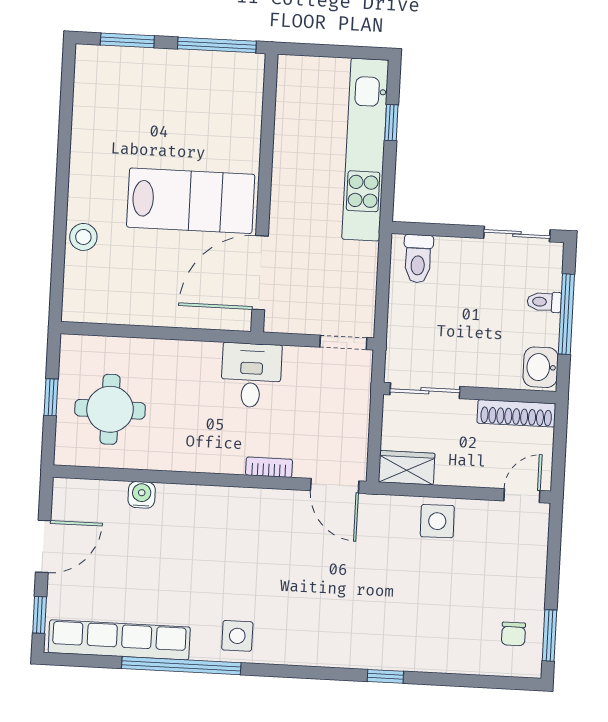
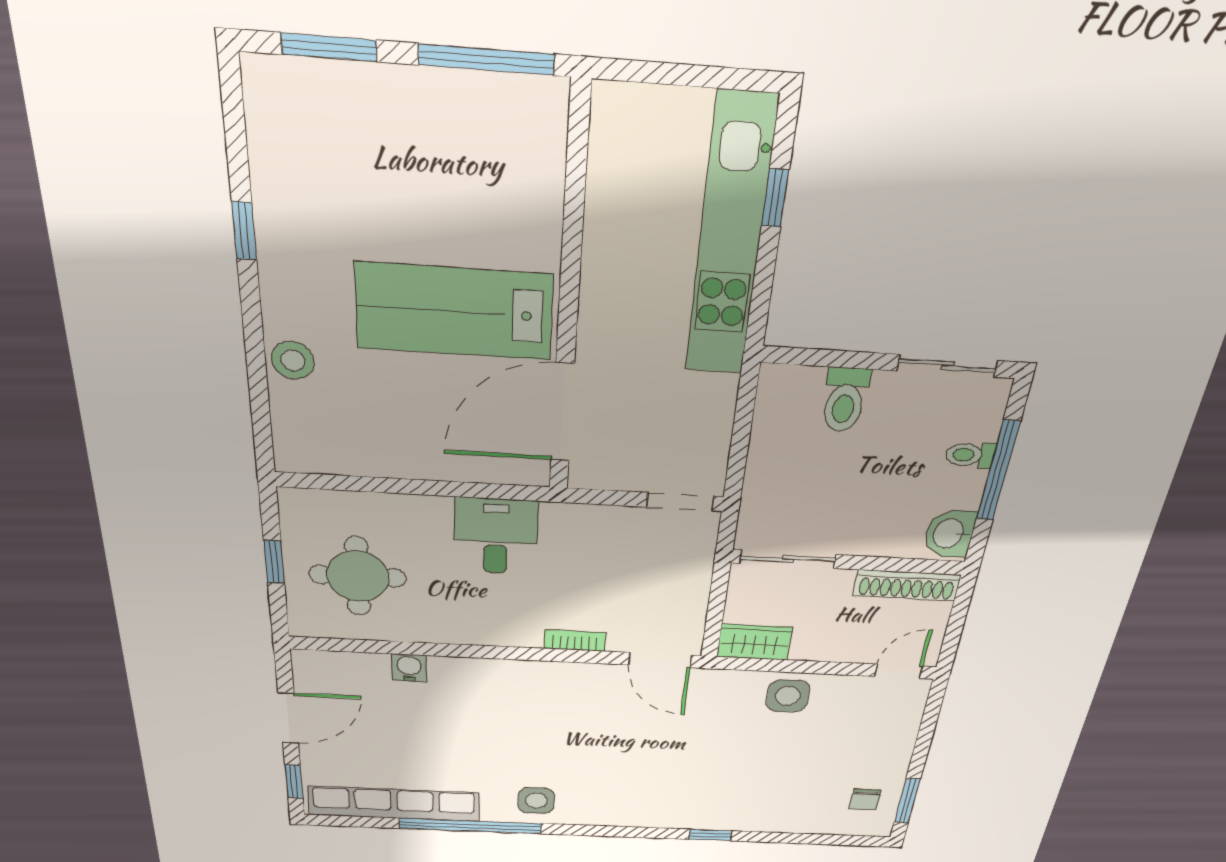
window: (64, 150) -> (244, 231), added
lab bench: (191, 201) -> (454, 311), turned 180
toilet: (418, 259) -> (845, 400), moved
desk: (251, 375) -> (496, 536), moved

